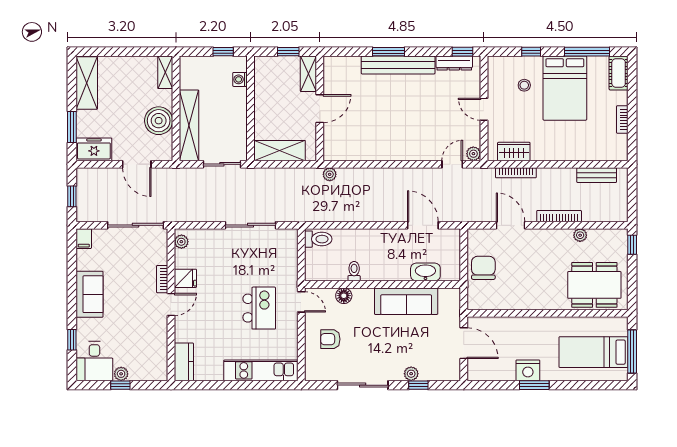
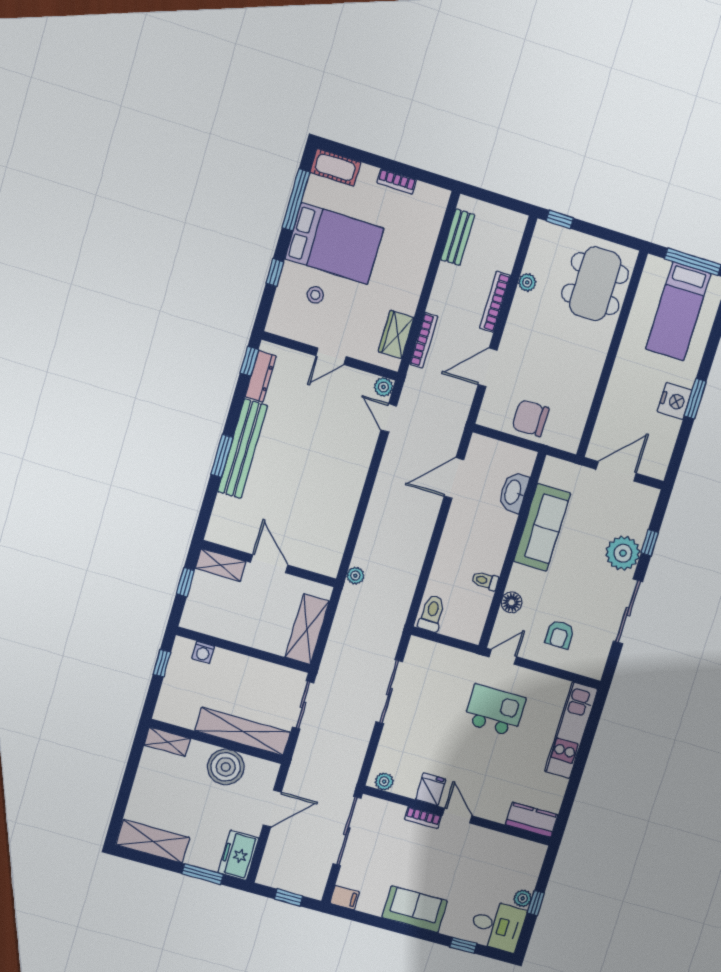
plant: (411, 374) -> (623, 553), width x1.87, depth x1.87

